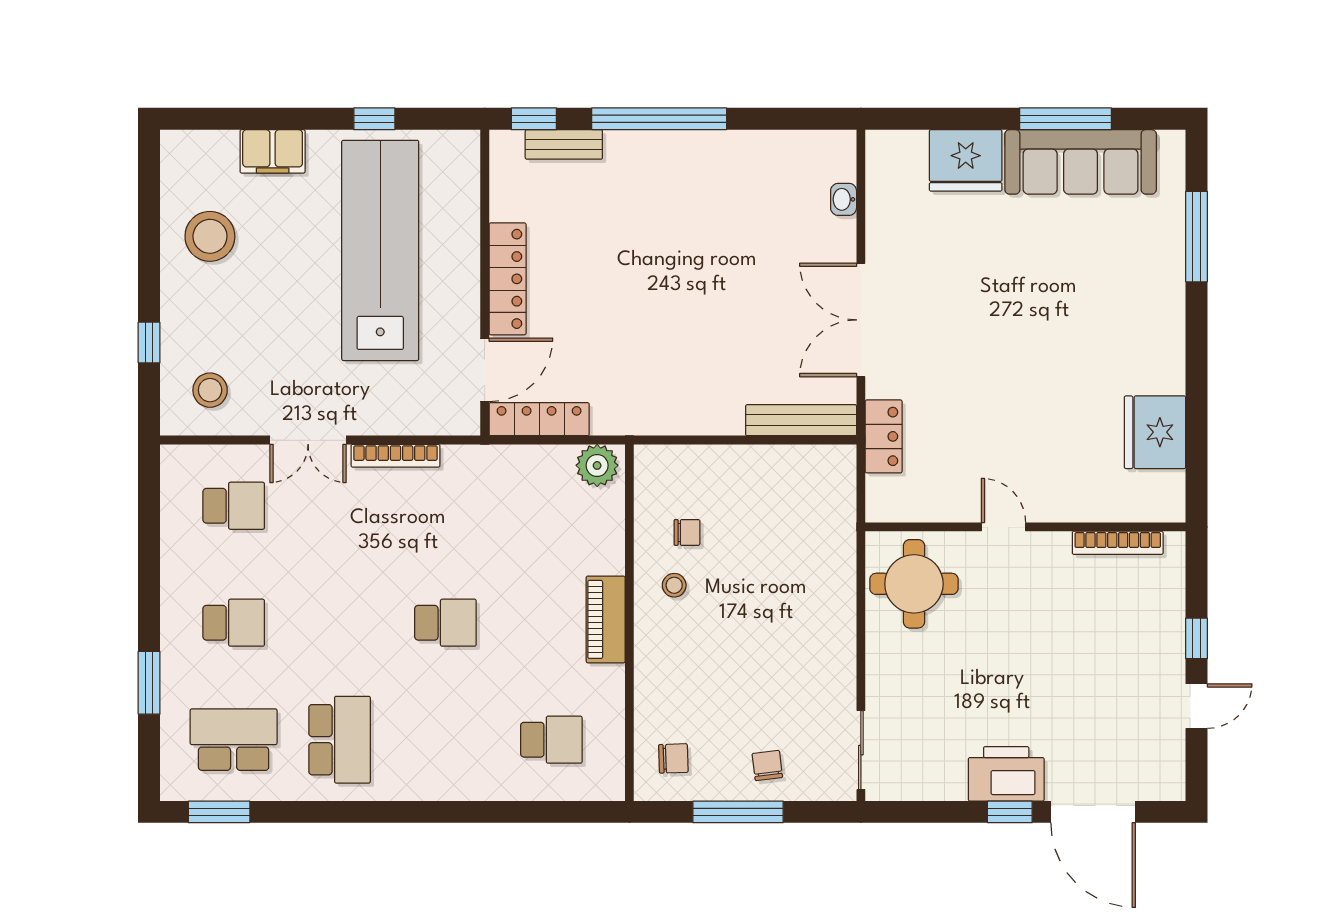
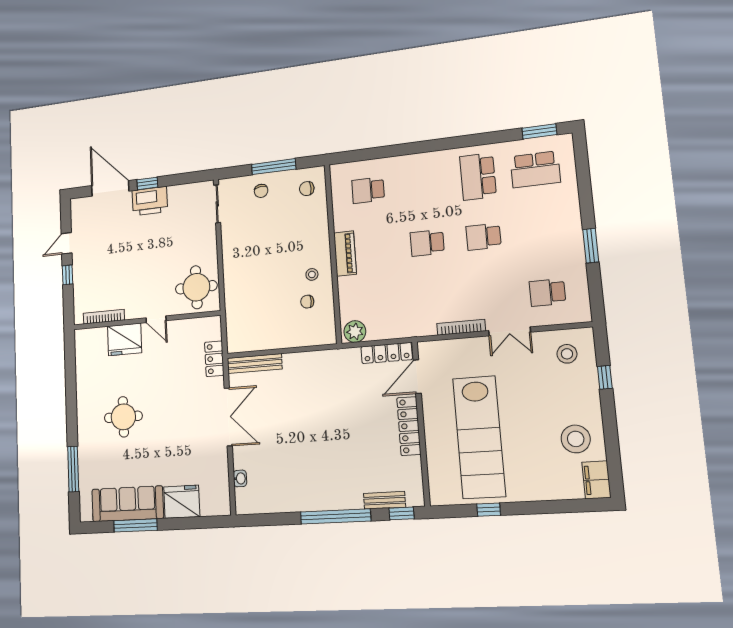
filing cabinet: (273, 151) -> (596, 480), moved, turned -90
round table: (1083, 335) -> (123, 417), added
fridge: (1155, 432) -> (125, 339), moved, turned 90
double door: (308, 440) -> (509, 331), swing flipped
school desk: (234, 623) -> (483, 237), moved
window: (149, 683) -> (591, 246), moved

